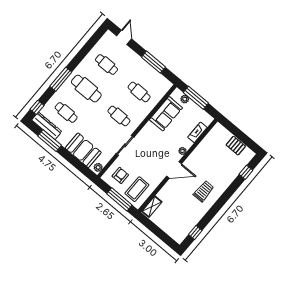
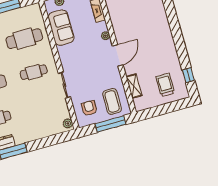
cafe table: (139, 92) -> (24, 39), width x1.37, depth x1.35
booth: (83, 150) -> (43, 126), removed
trolley: (204, 191) -> (165, 85), moved
shelving: (152, 207) -> (134, 86), moved

